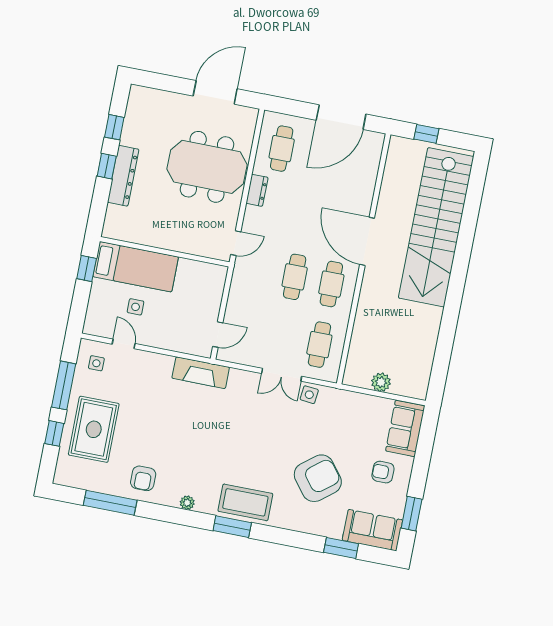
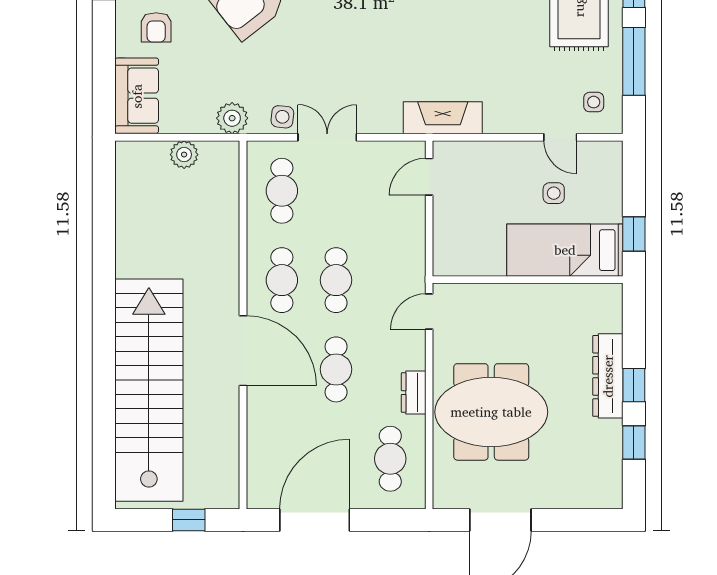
cafe table: (306, 216) -> (336, 369), added
plant: (344, 400) -> (232, 118), added
armchair: (383, 472) -> (156, 27), turned 90

